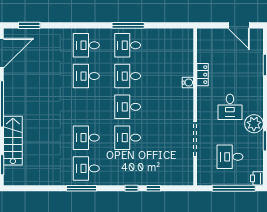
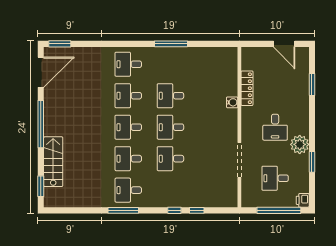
window: (29, 25) -> (60, 44), moved
desk: (128, 45) -> (128, 127), moved
locker: (202, 75) -> (247, 88), width x1.53

